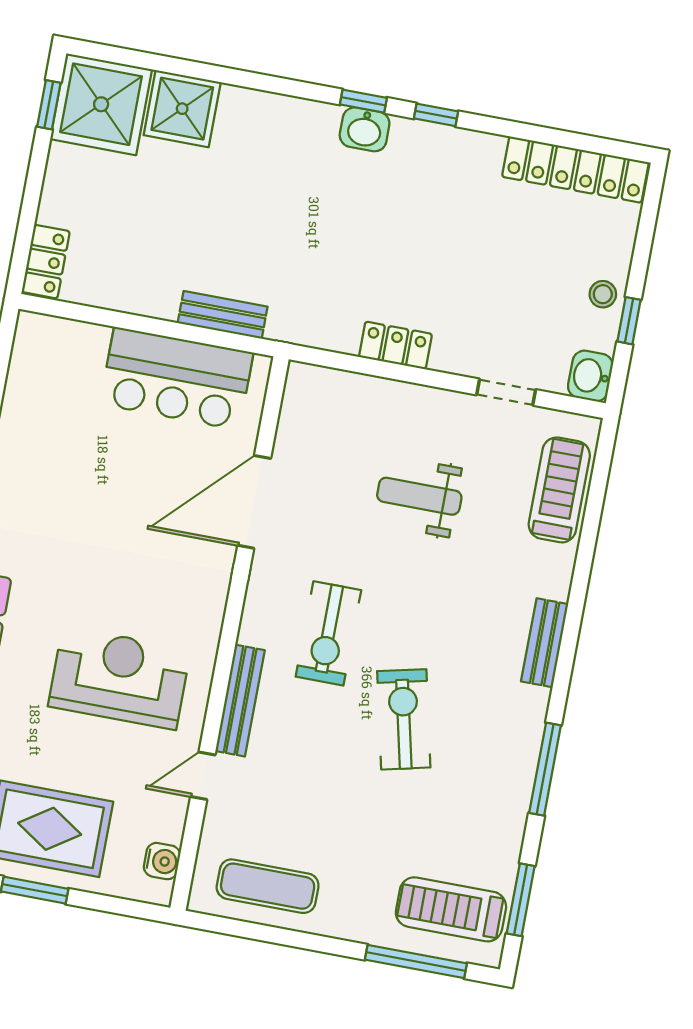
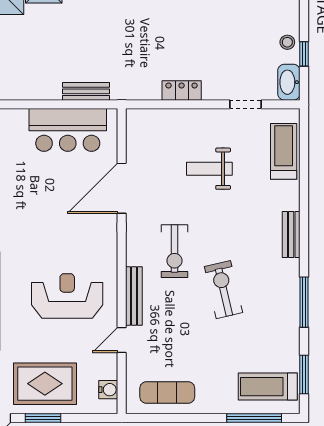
washbasin: (590, 376) -> (289, 82), width x1.38

